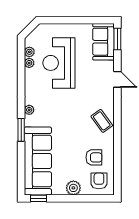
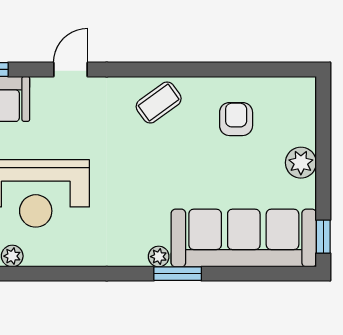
plant: (29, 63) -> (36, 256), removed
plant: (29, 110) -> (159, 257), moved
armchair: (99, 181) -> (286, 108), removed

